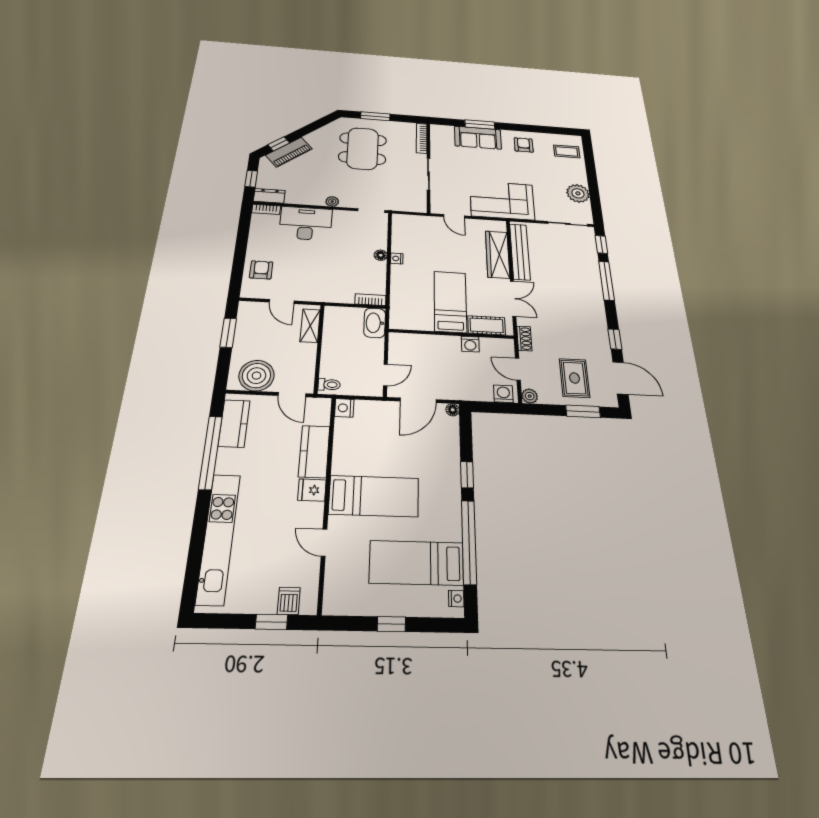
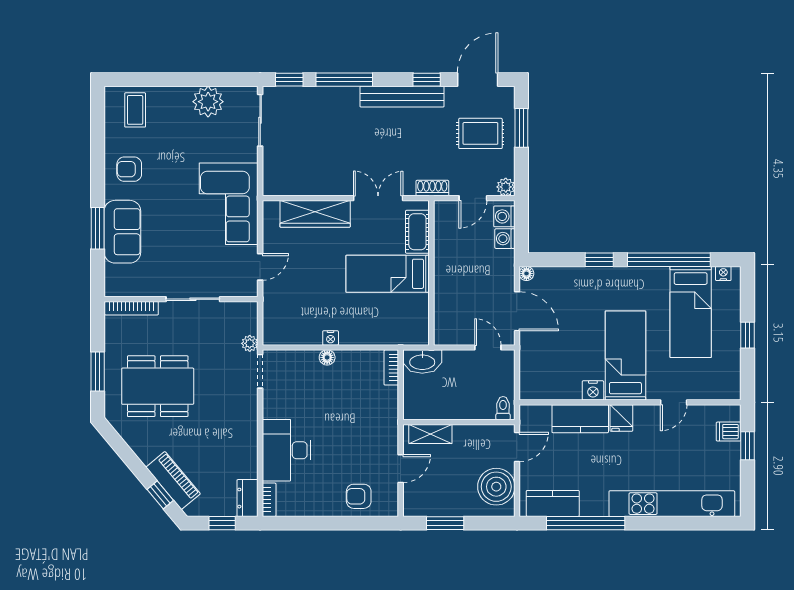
plant: (332, 201) -> (250, 343), moved
bench: (520, 252) -> (402, 97), moved
washing machine: (470, 344) -> (505, 239), moved, turned 180
nightstand: (344, 408) -> (593, 390), moved

